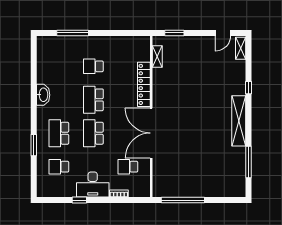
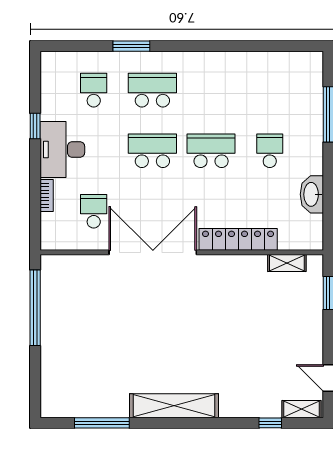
window: (249, 88) -> (270, 423), moved
washbasin: (43, 95) -> (312, 194), moved, turned 90

